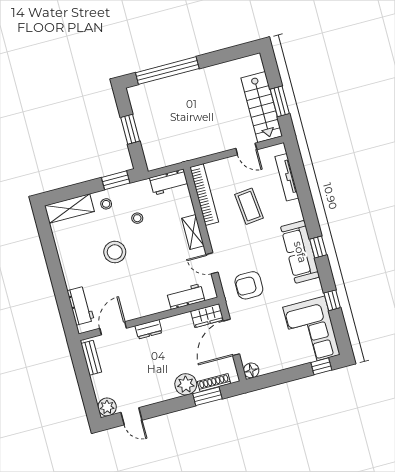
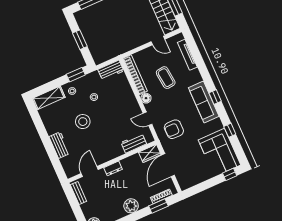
shelving: (193, 232) -> (132, 100), removed
workbench: (81, 306) -> (59, 145), moved
floor lamp: (251, 370) -> (146, 98), moved
plant: (186, 384) -> (131, 206), moved

